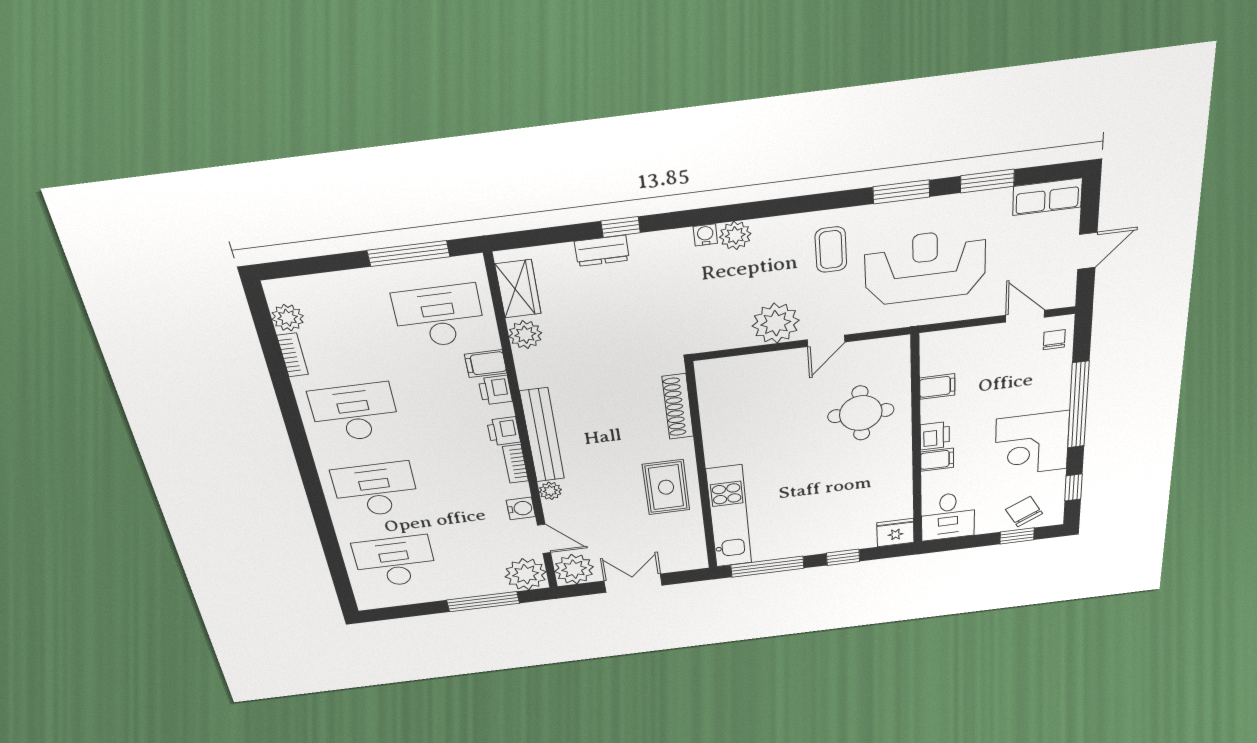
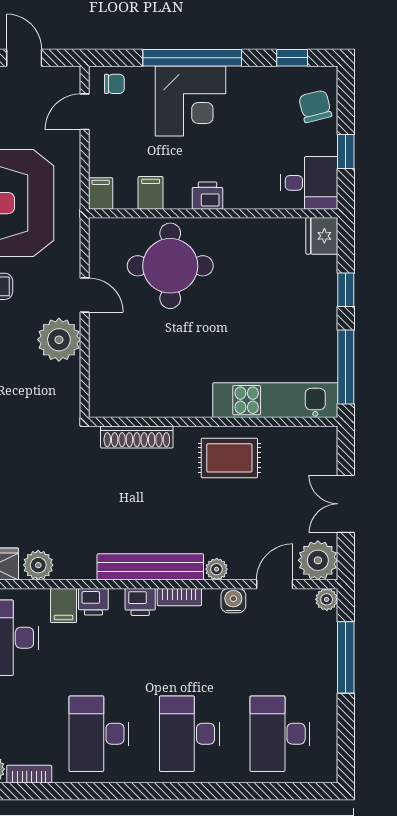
chair: (1054, 340) -> (114, 84), turned 180
round table: (861, 413) -> (170, 266), width x1.36, depth x1.36
corner desk: (1032, 444) -> (190, 101), moved
filing cabinet: (937, 460) -> (101, 193), moved
chair: (1024, 512) -> (315, 106), turned 104
window: (1017, 536) -> (346, 152), moved
plant: (526, 574) -> (327, 599), width x0.53, depth x0.53

